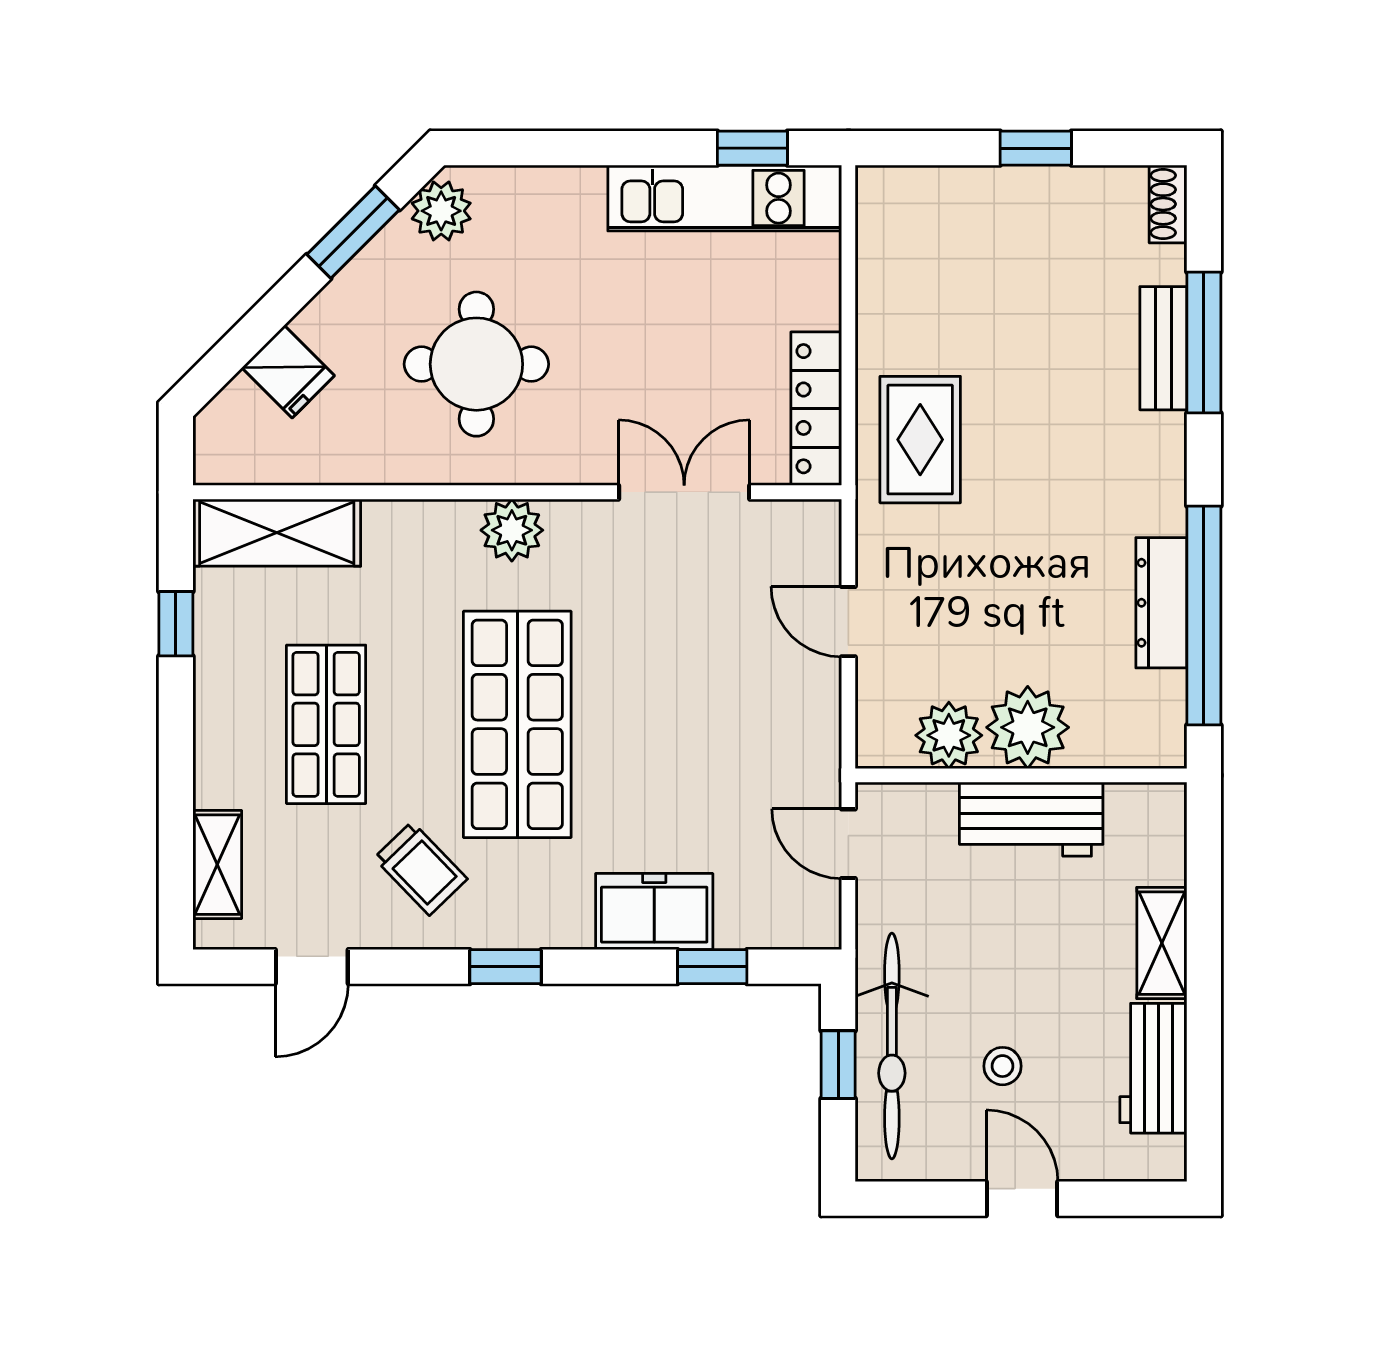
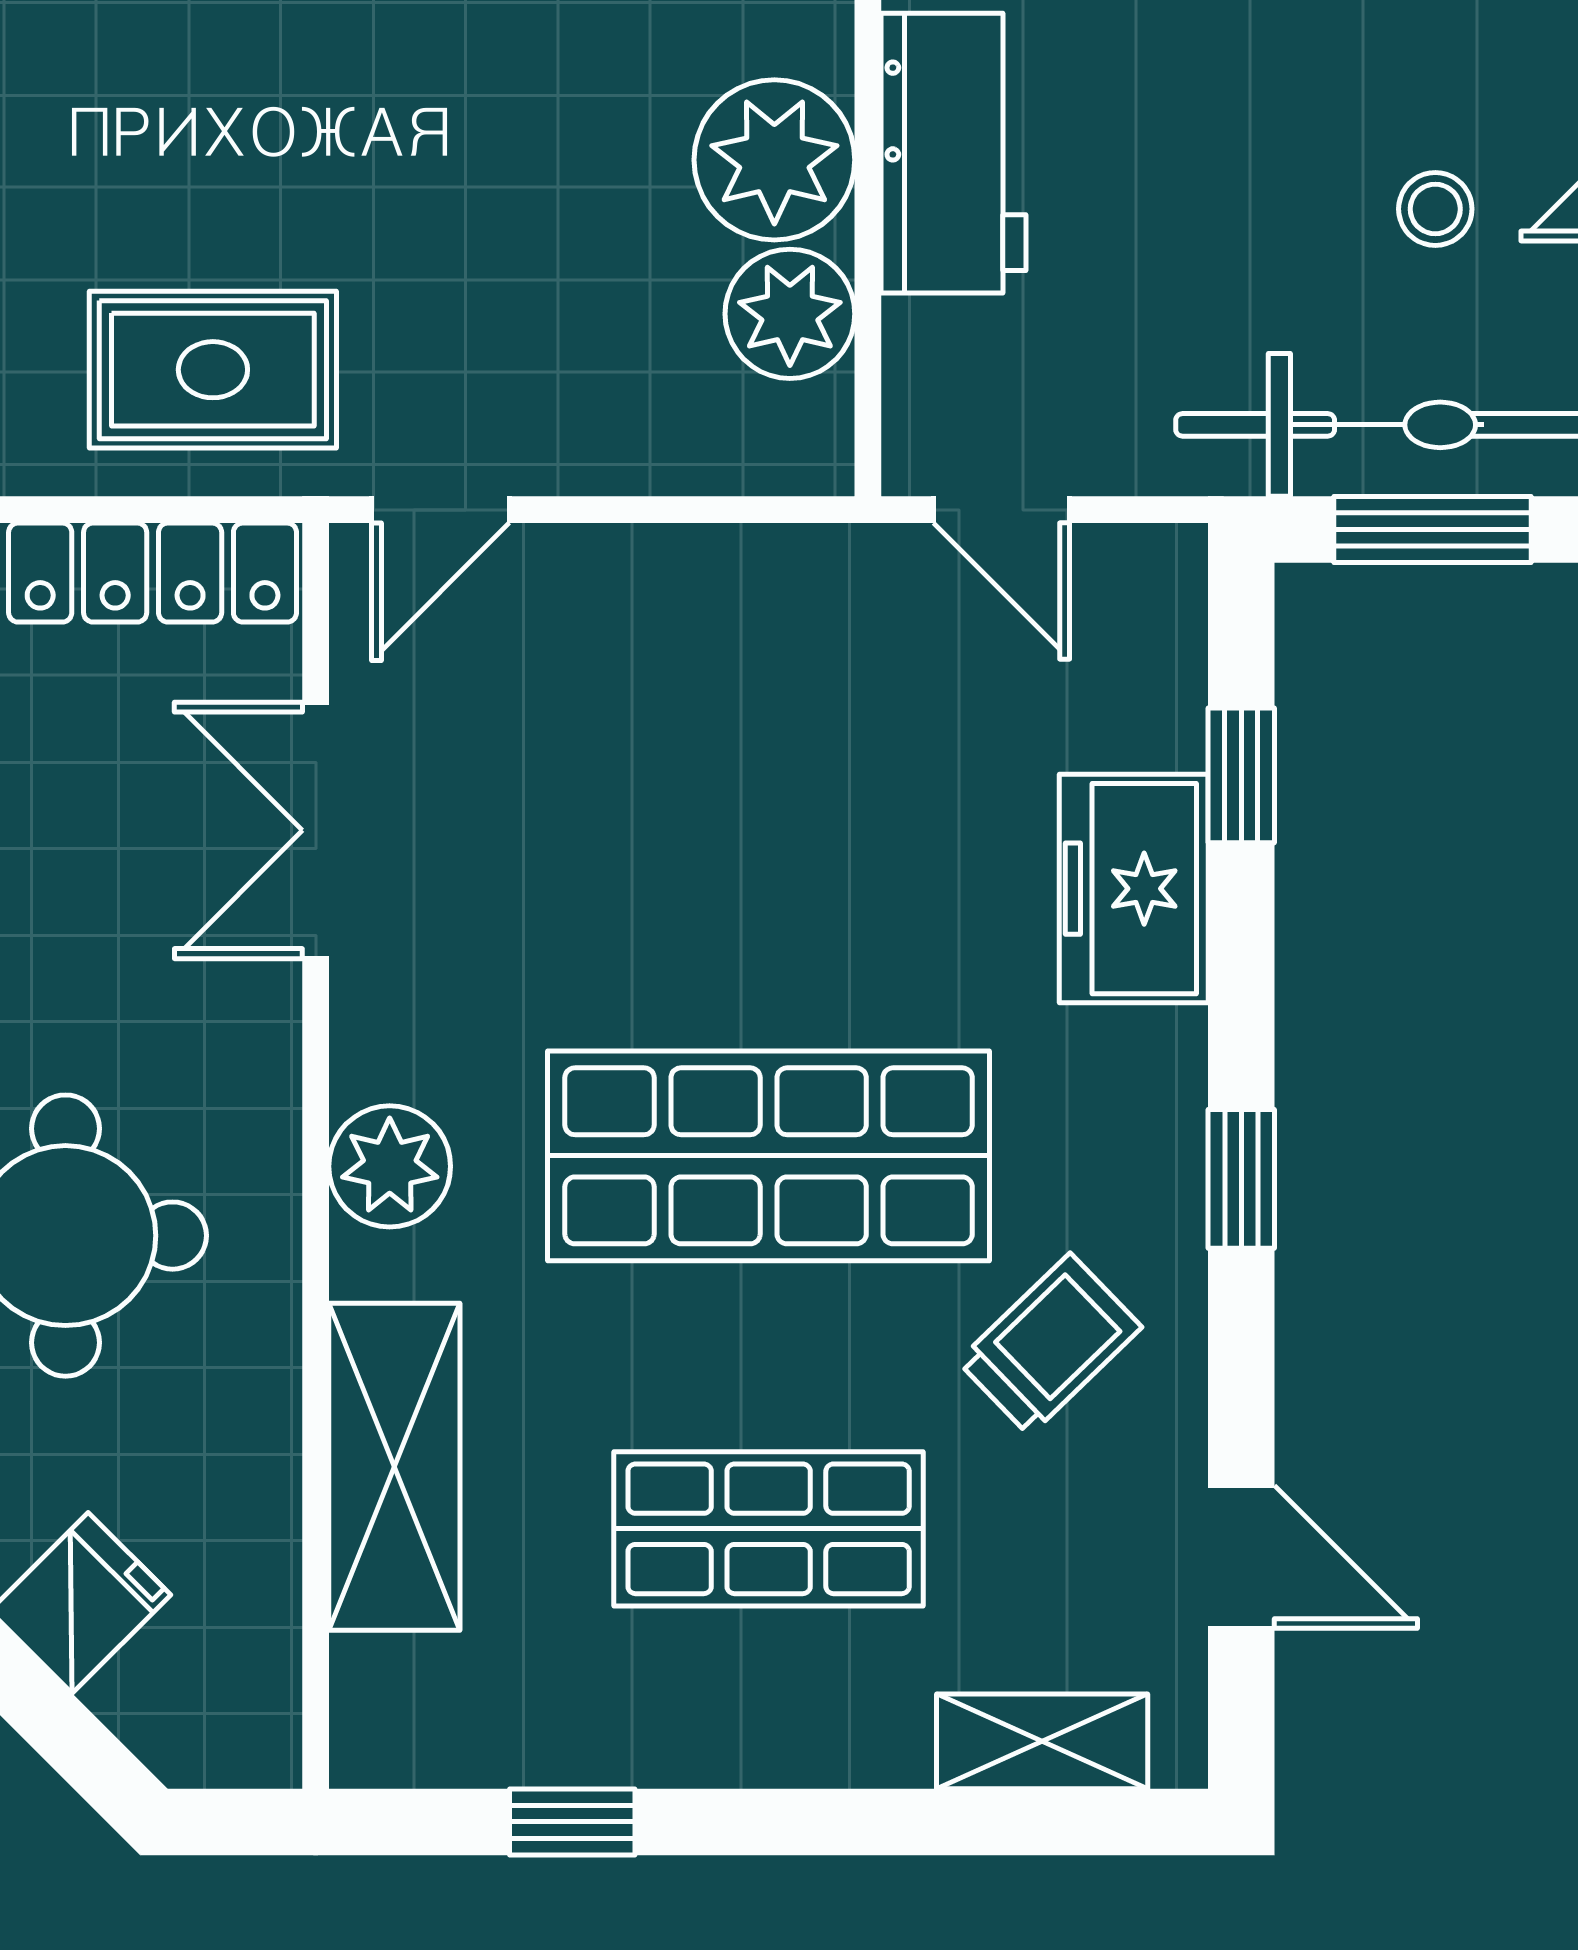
shelving: (277, 533) -> (394, 1467), moved
door: (848, 622) -> (440, 510), moved
door: (848, 844) -> (1001, 510), hinge flipped
window: (838, 1065) -> (1433, 530), width x1.50

